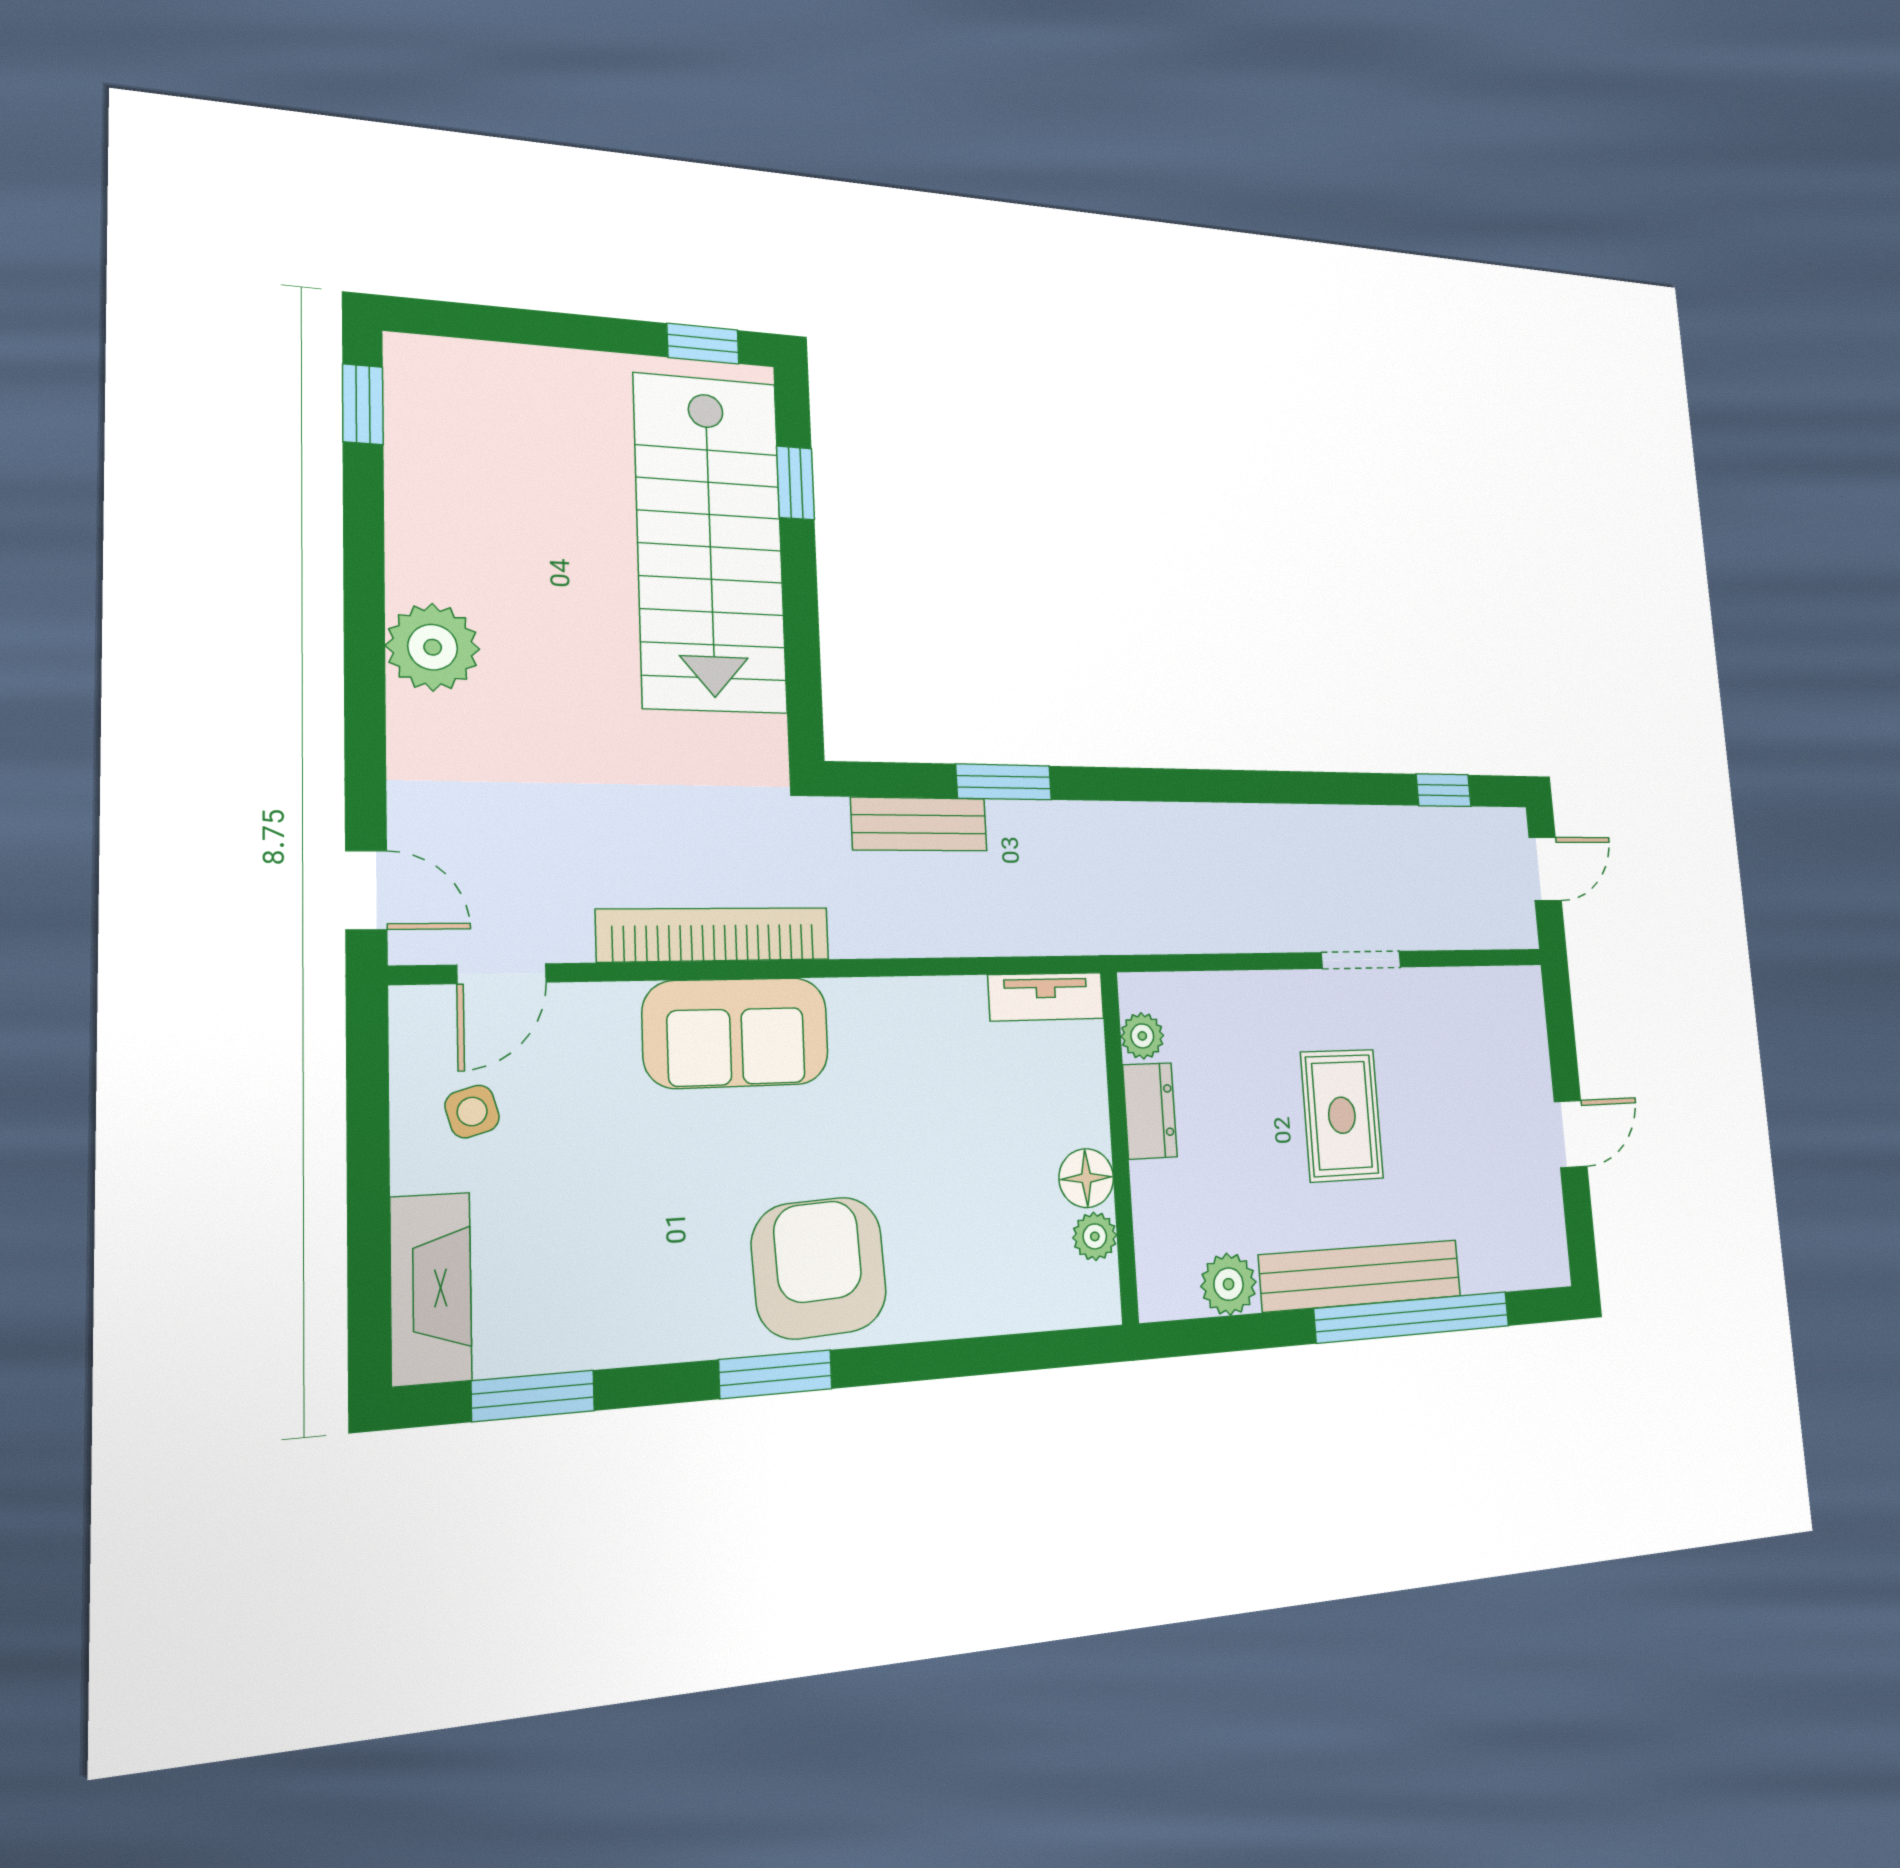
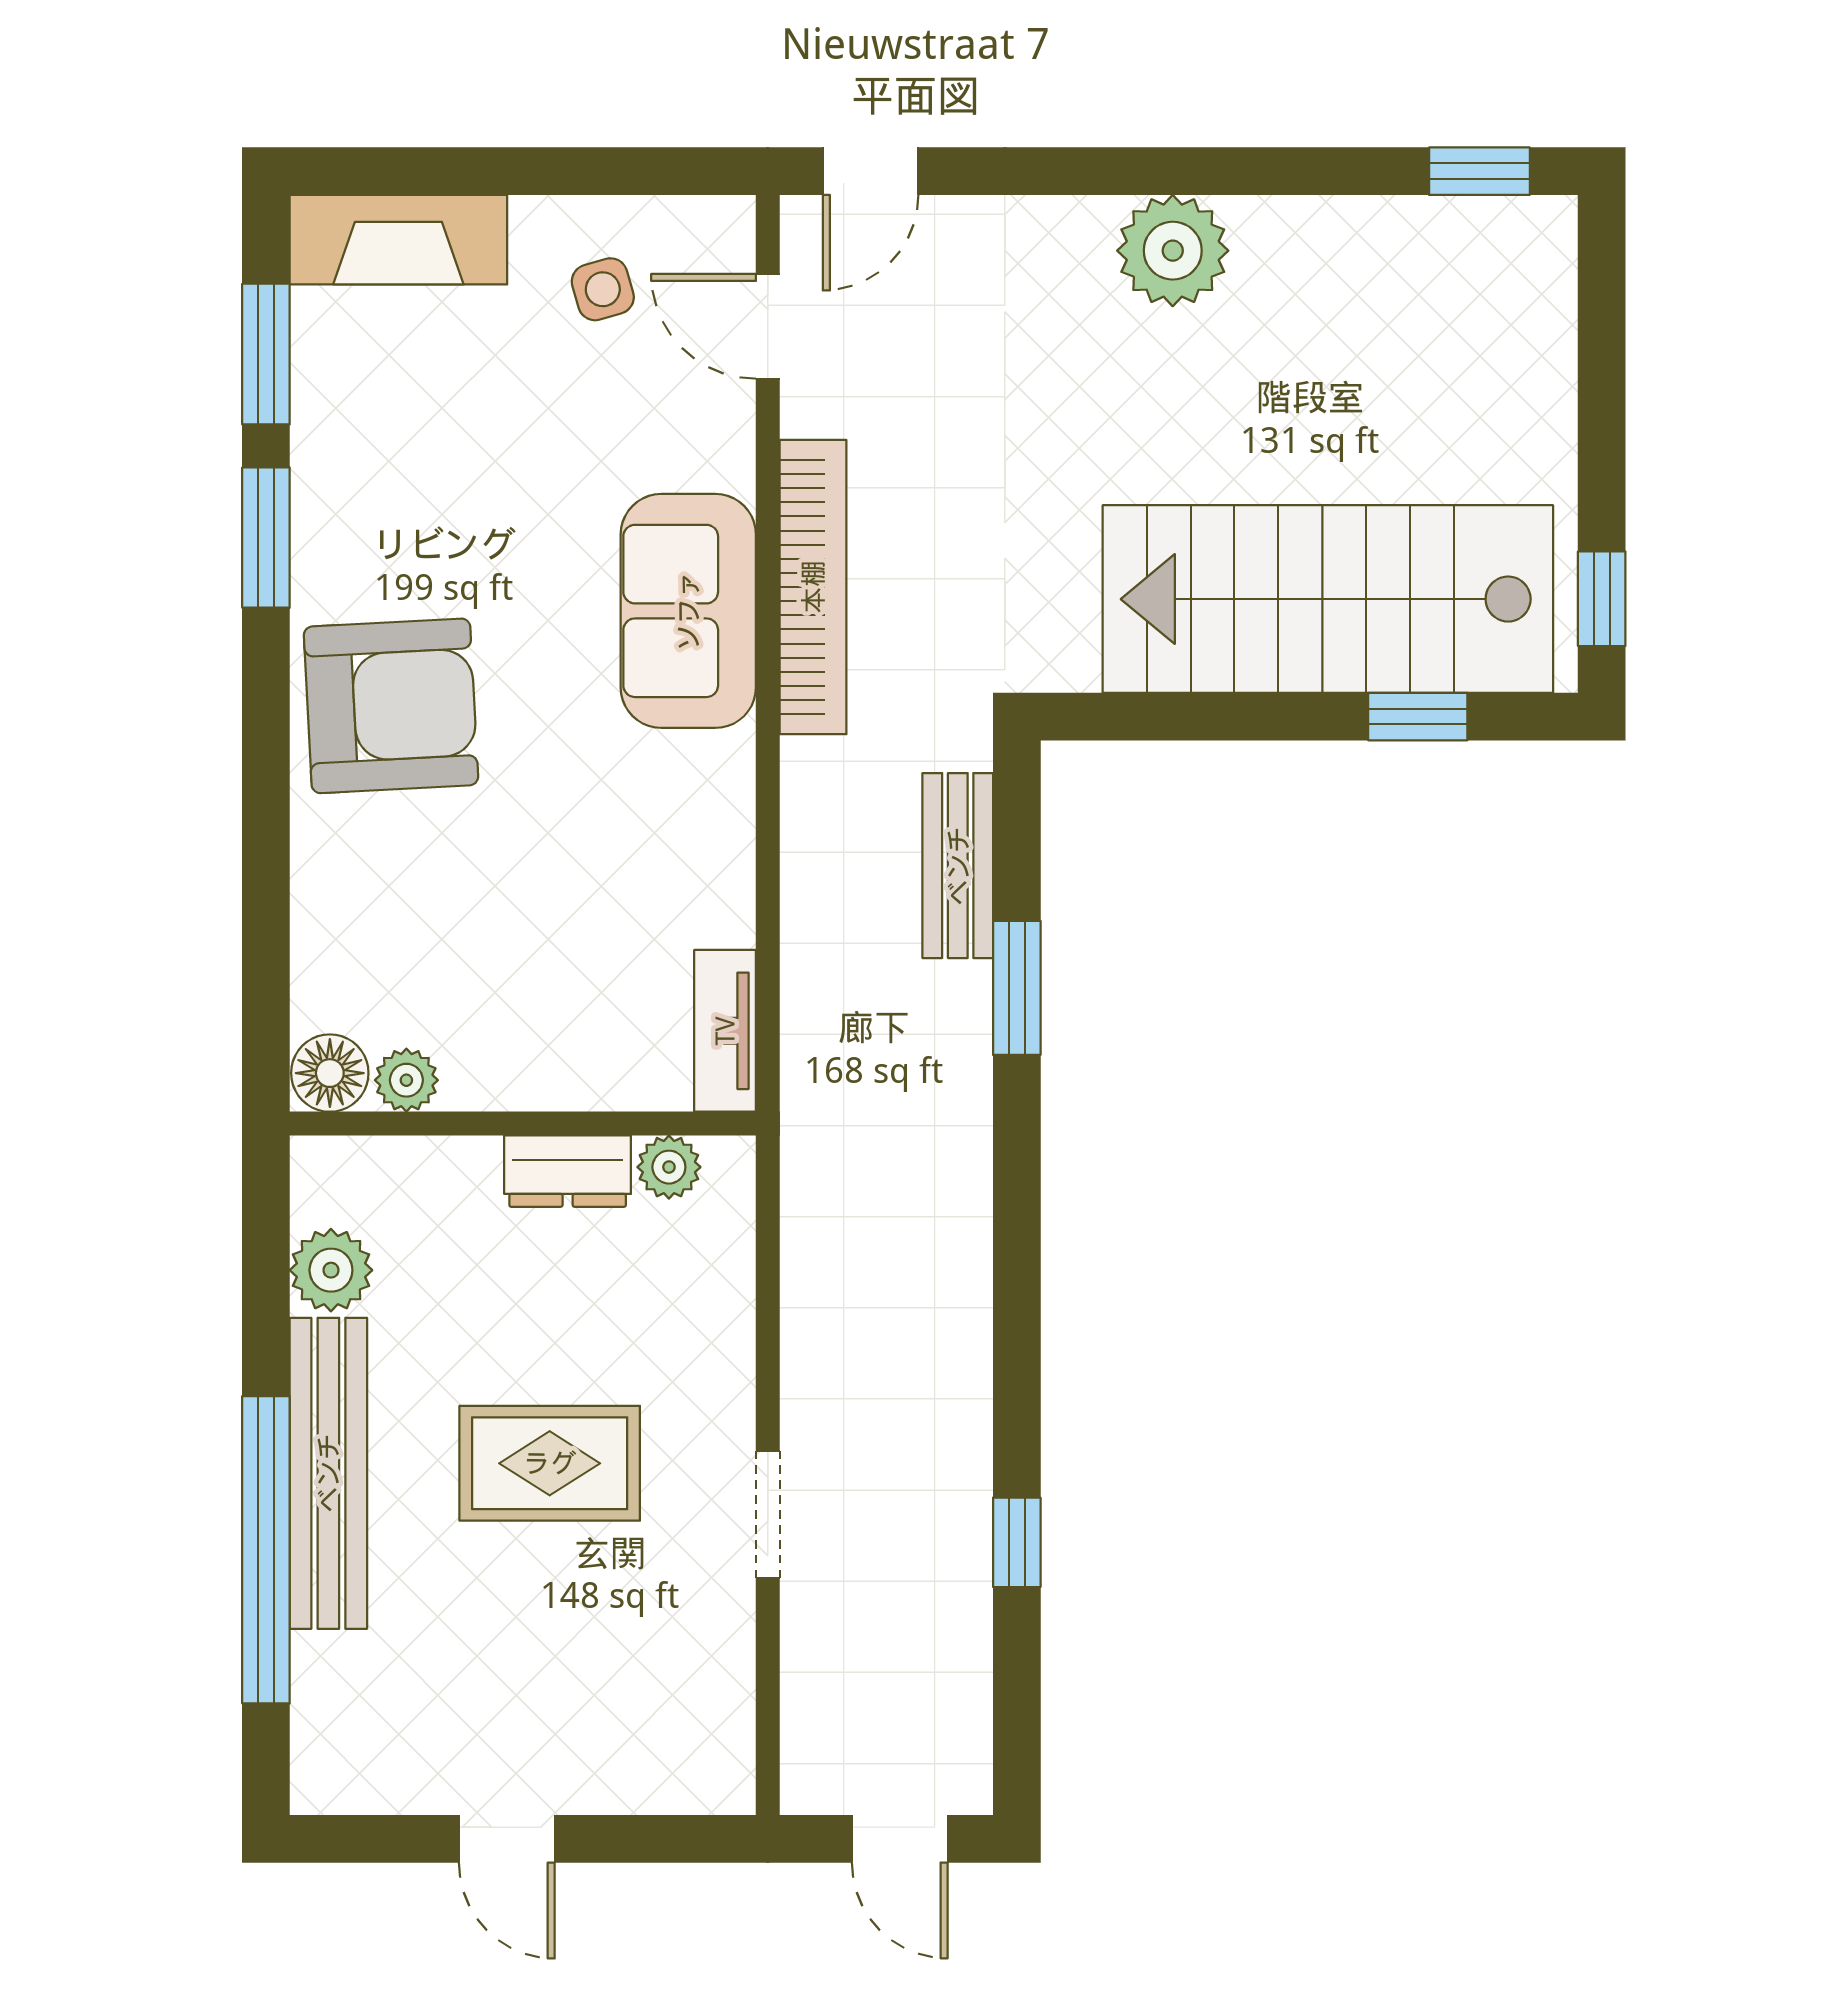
window: (1444, 790) -> (1017, 1542), moved
floor lamp: (1086, 1178) -> (330, 1073), moved
window: (776, 1374) -> (266, 538), moved

